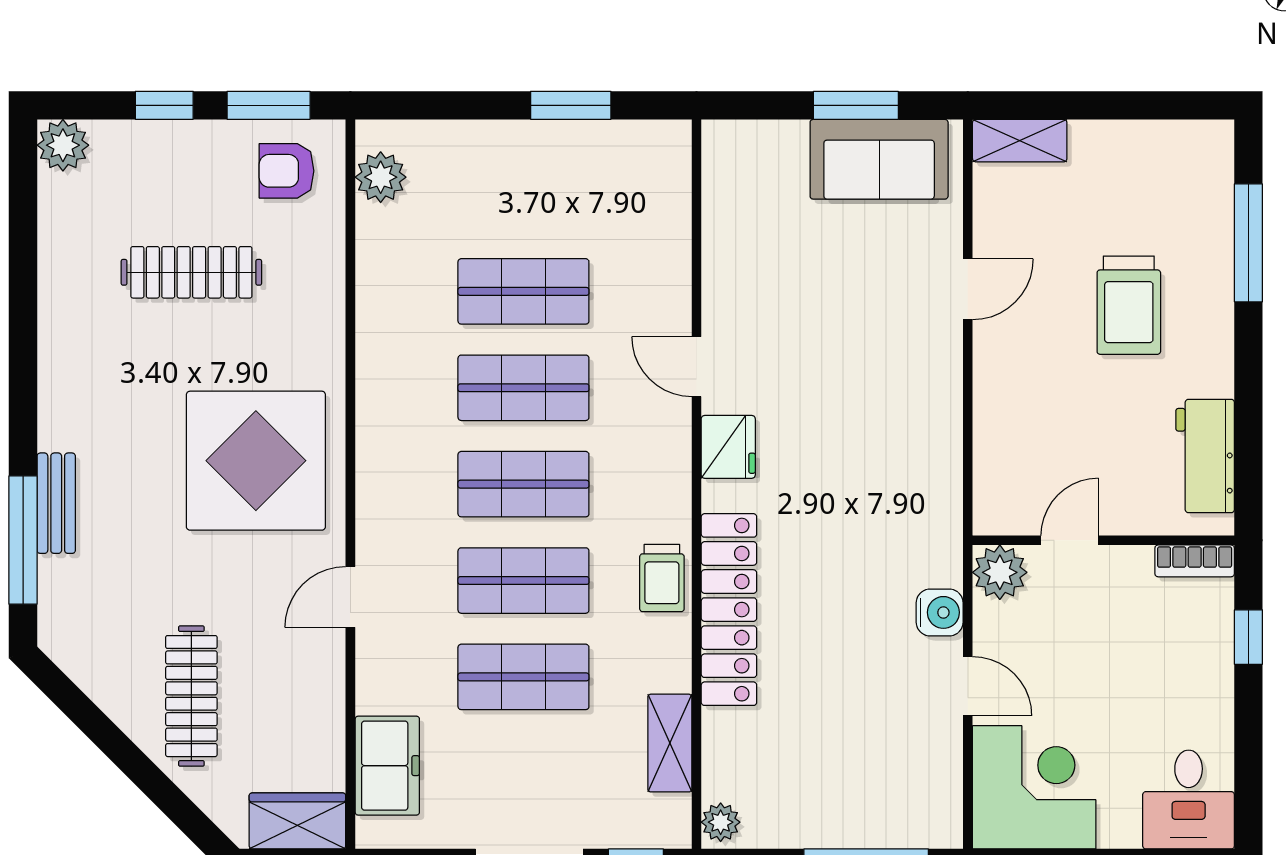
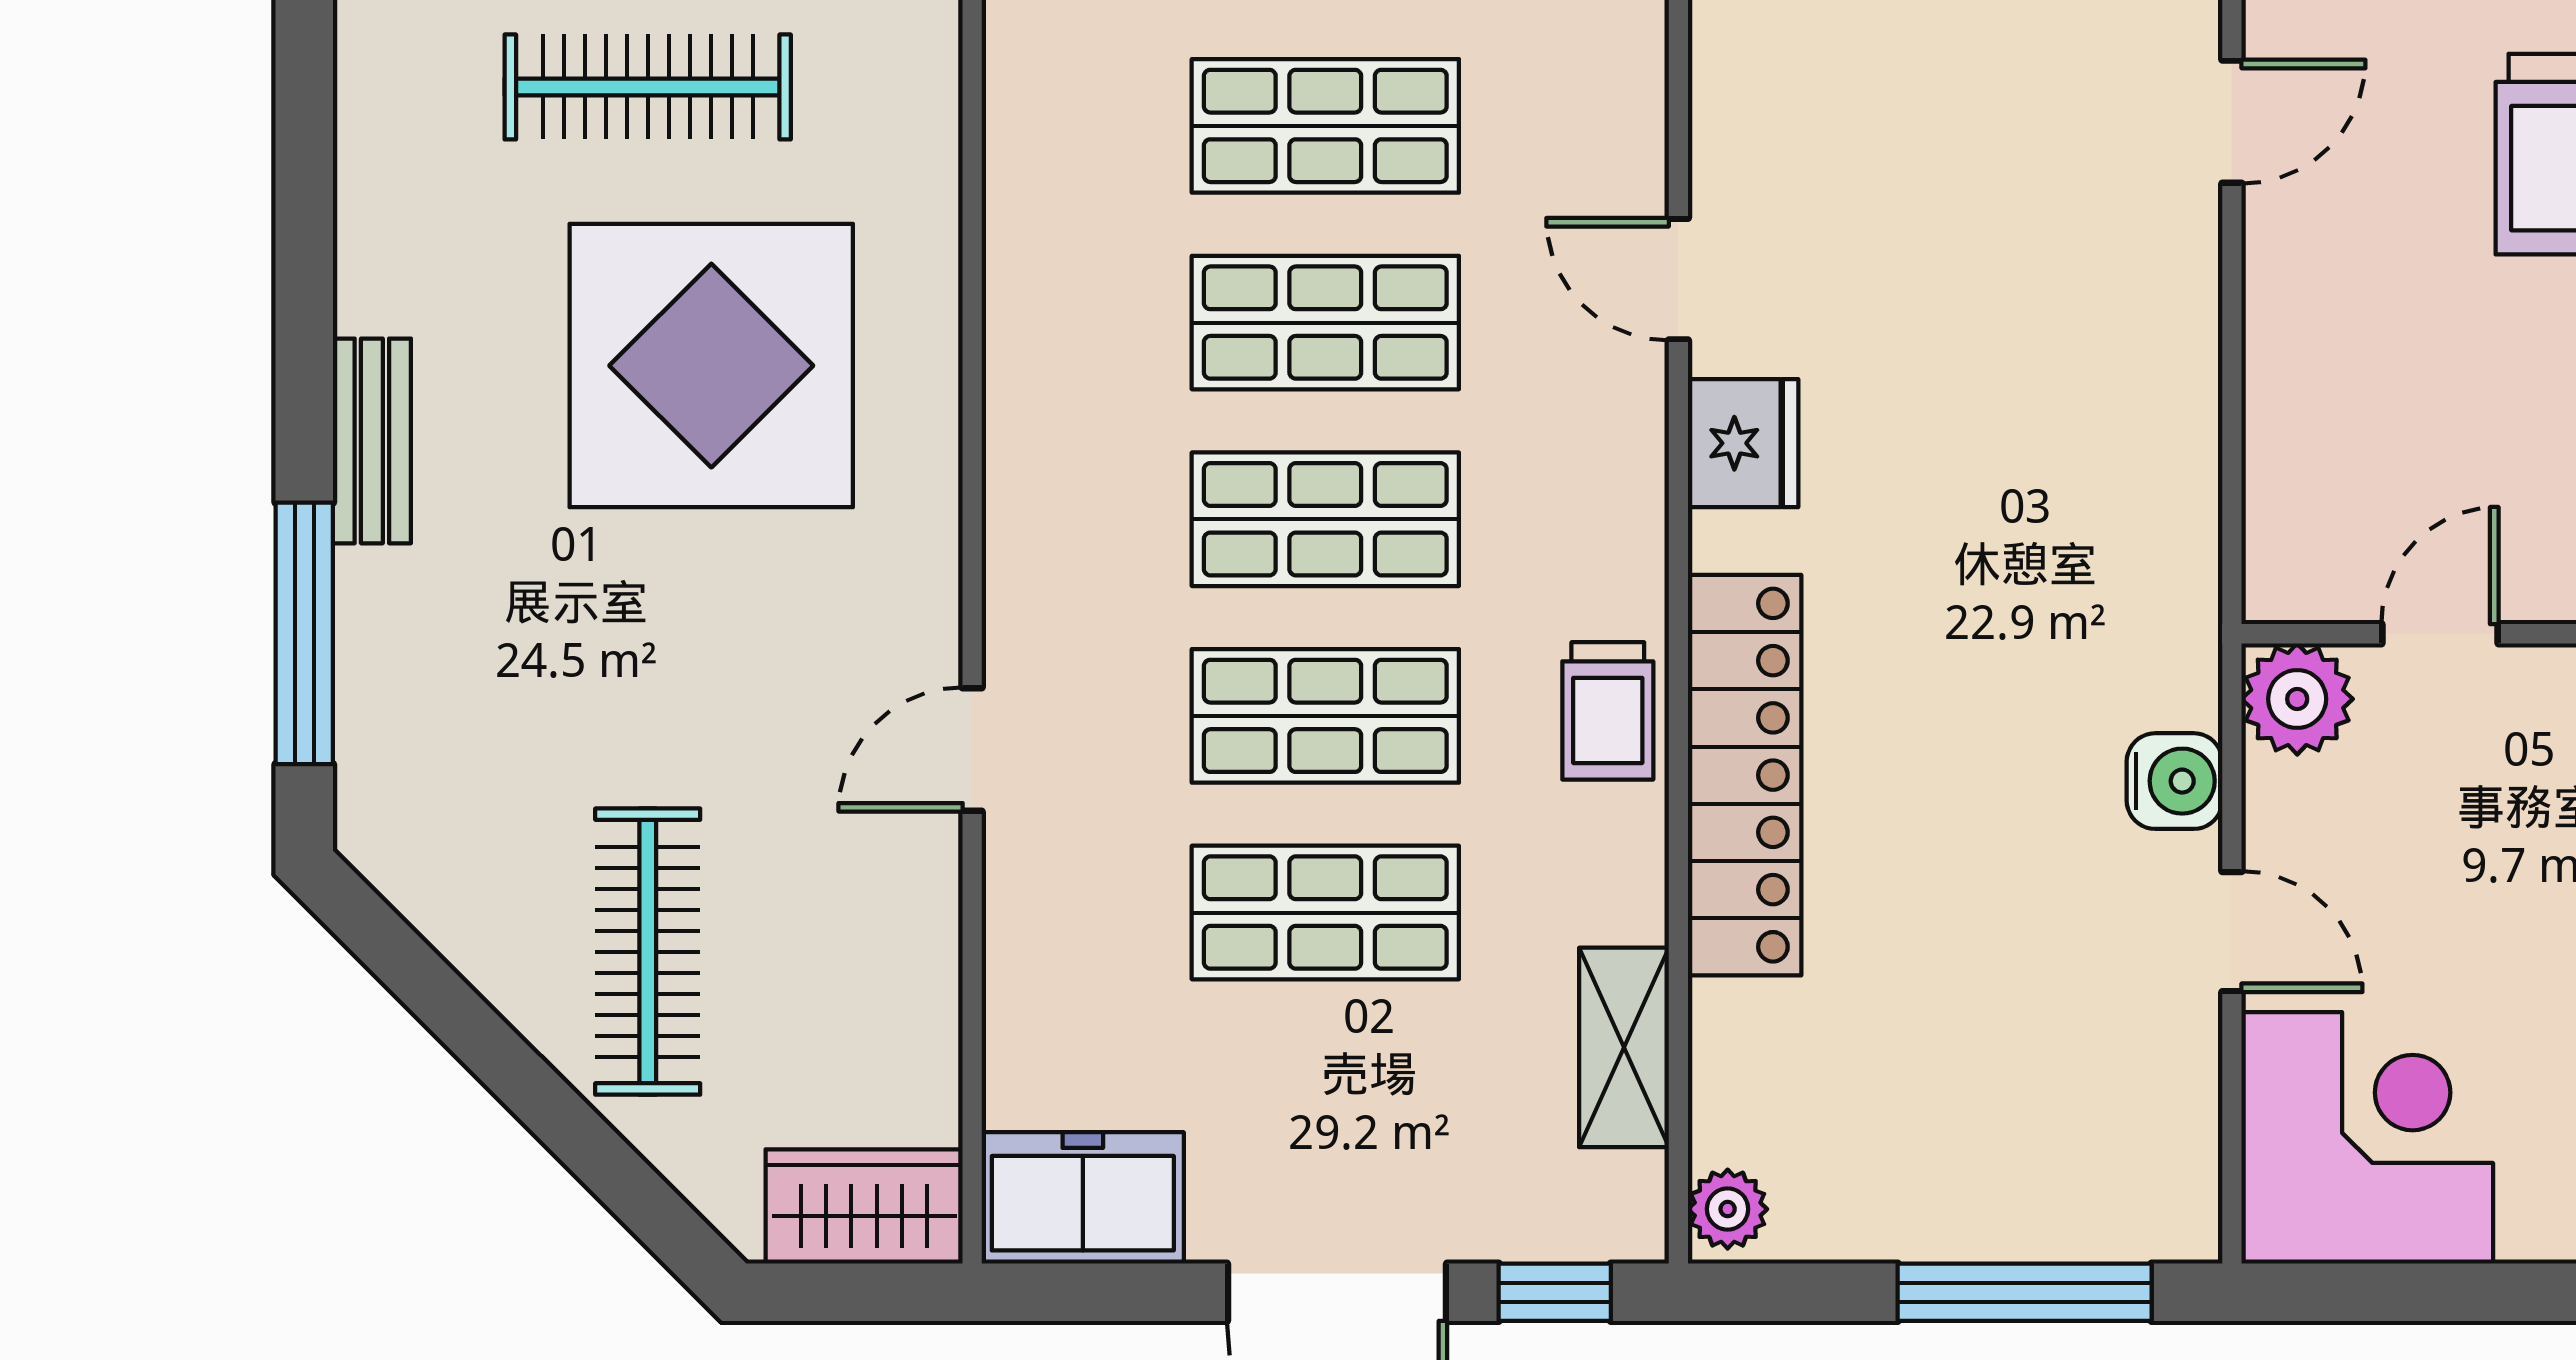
display table: (256, 461) -> (711, 366), moved
bench: (56, 503) -> (372, 441), moved
freezer: (387, 766) -> (1083, 1198), moved, turned -90

